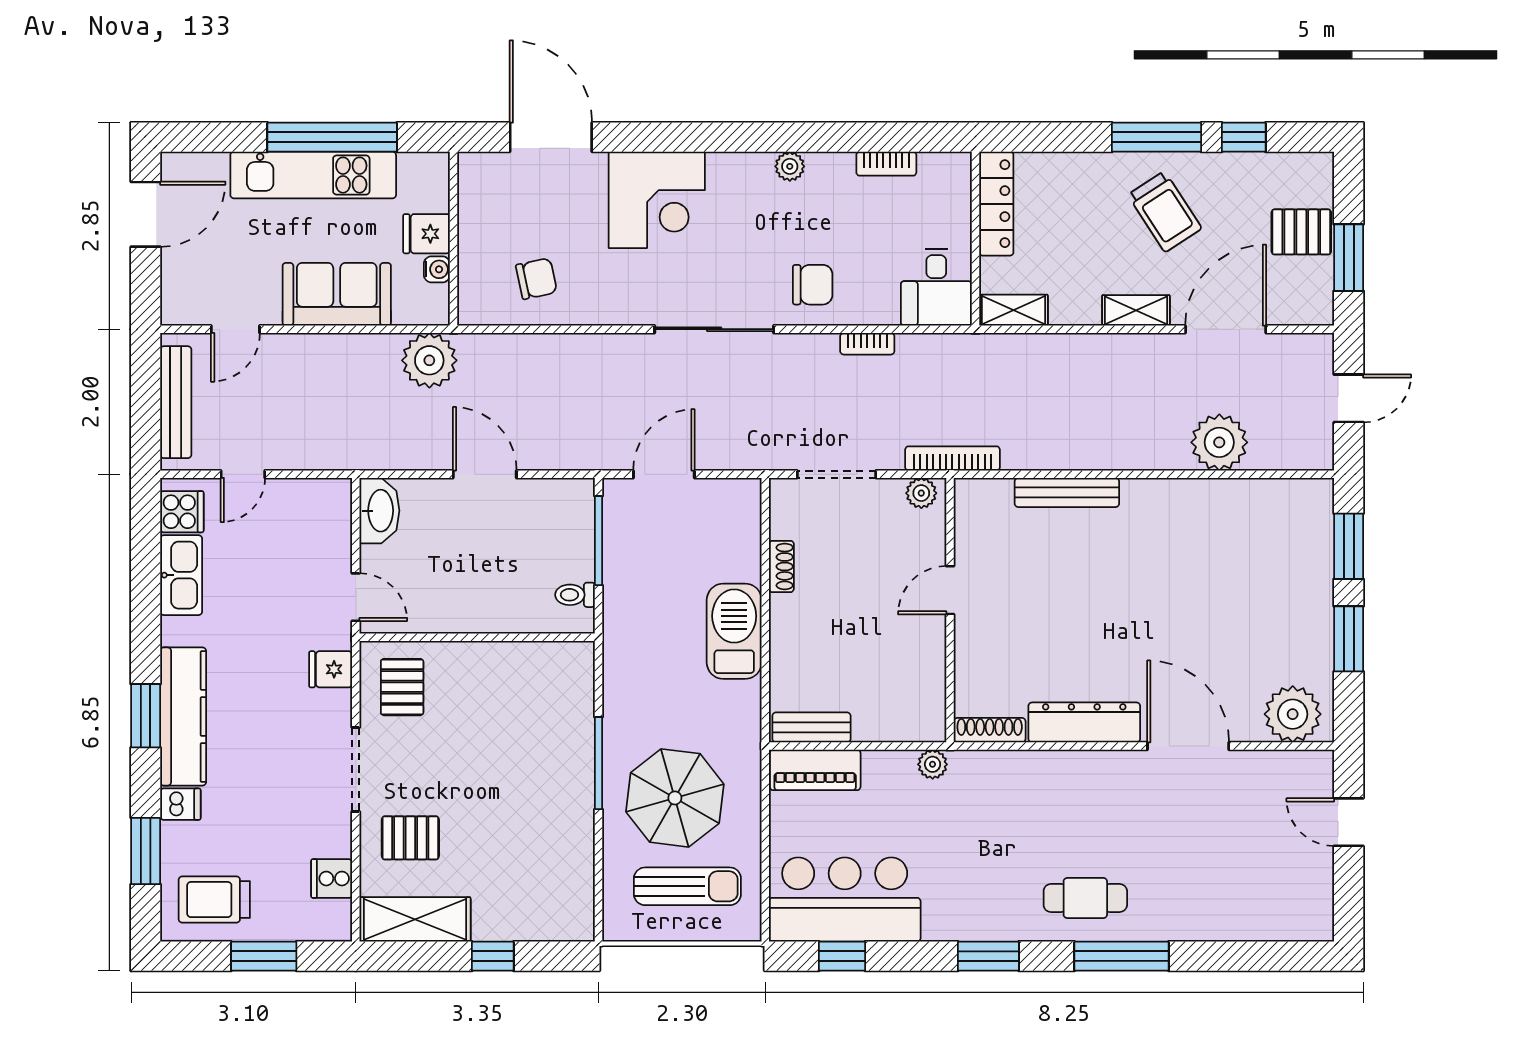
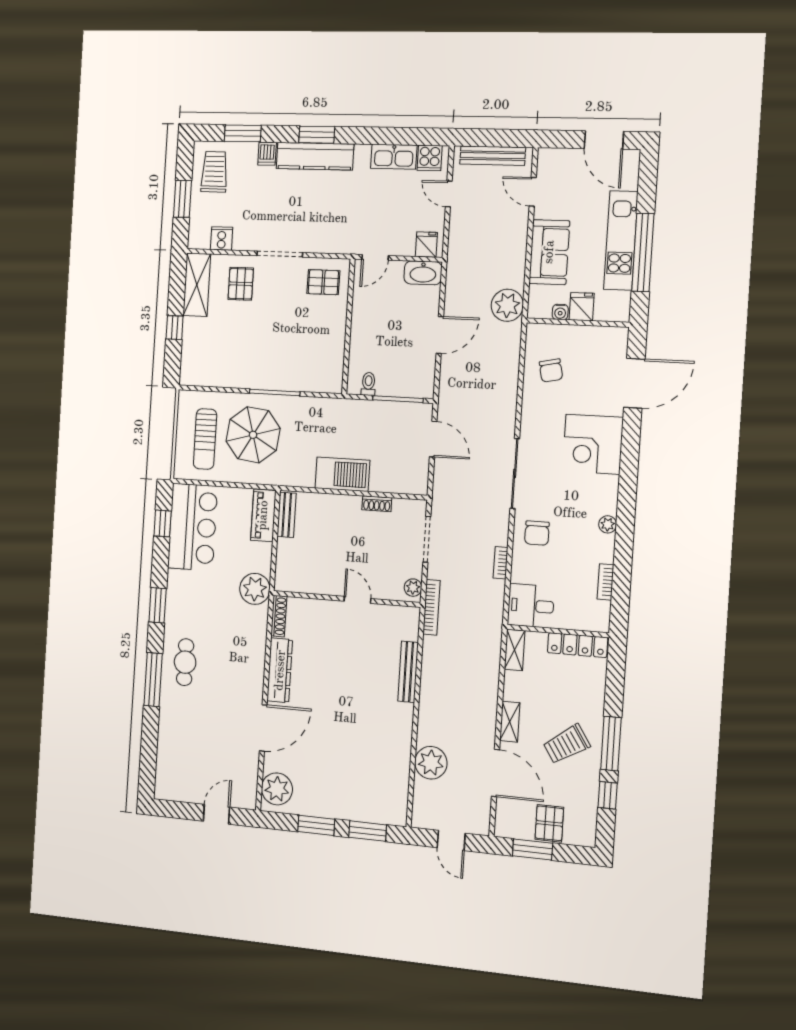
fridge: (331, 669) -> (426, 245), moved
plant: (933, 764) -> (255, 589), width x1.88, depth x1.88

